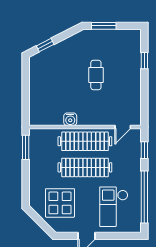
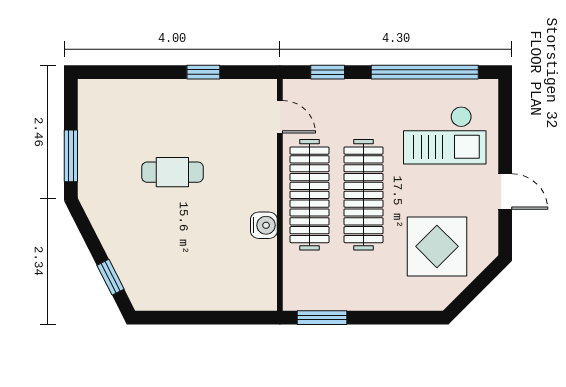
window: (144, 61) -> (203, 72), moved

